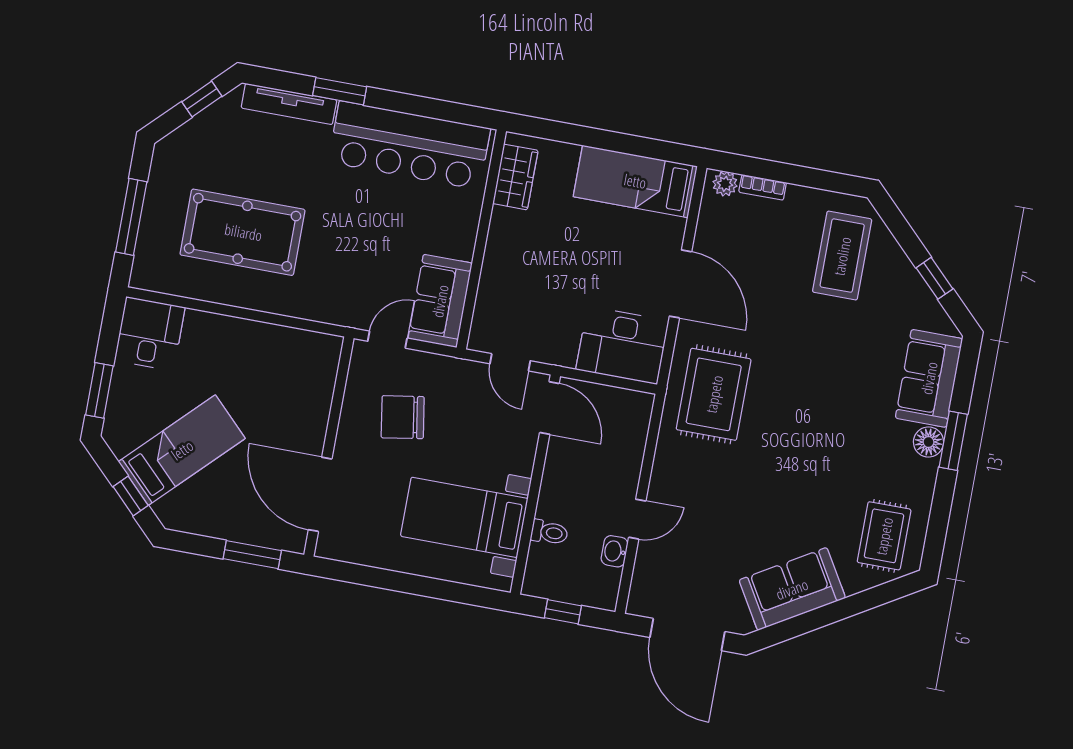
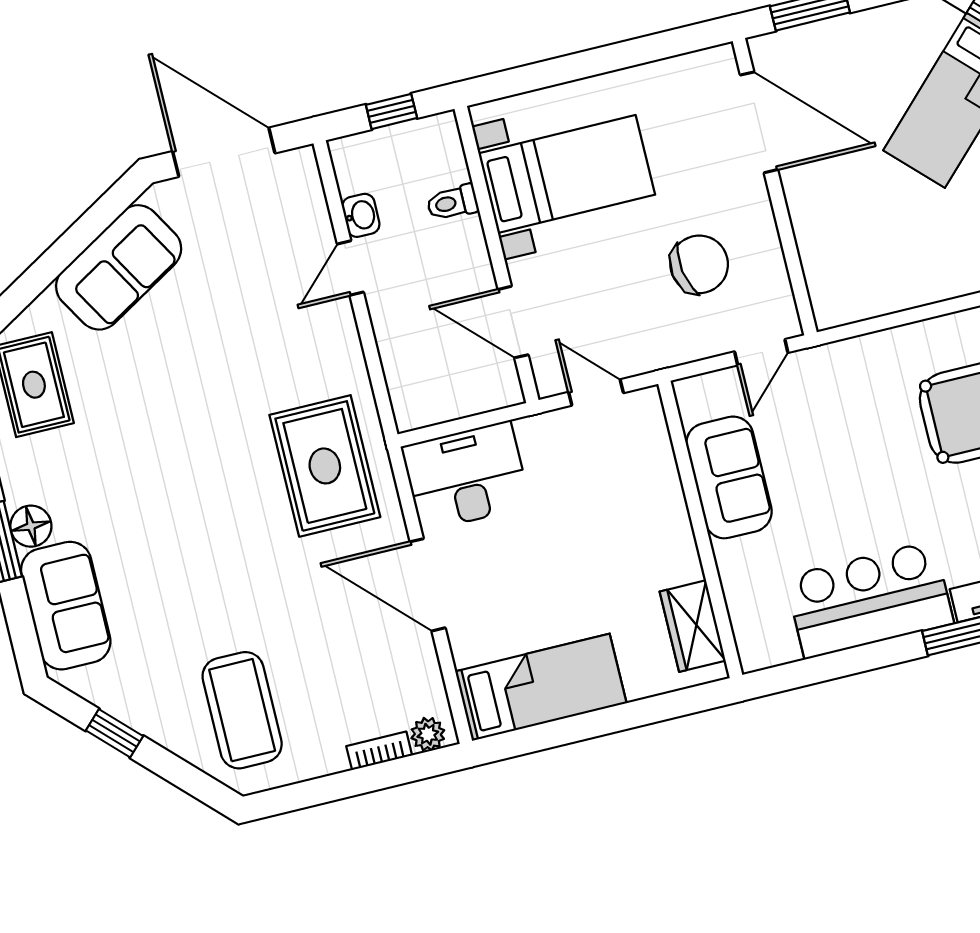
bar counter: (409, 145) -> (869, 600), width x0.73
sofa: (440, 301) -> (729, 477), moved
door: (549, 408) -> (513, 322), moved

